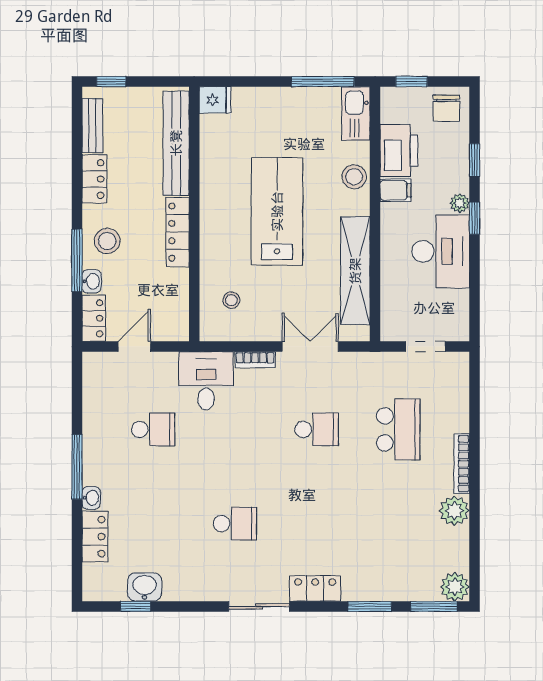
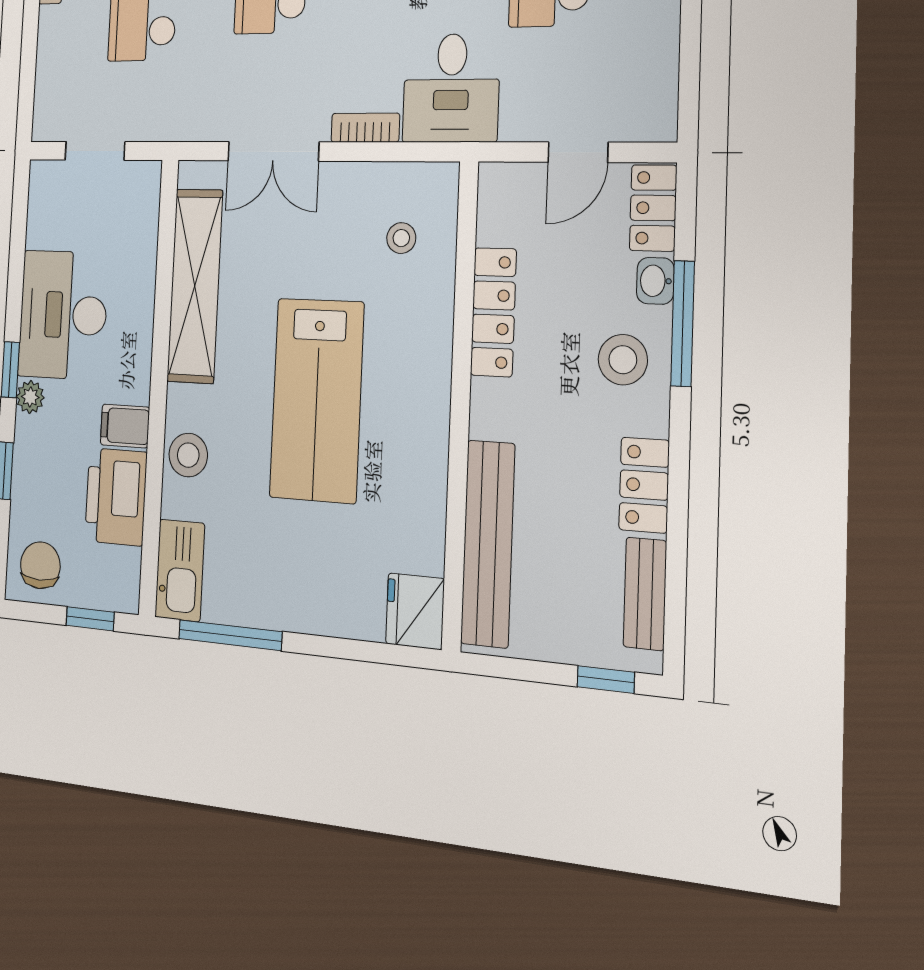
fridge: (215, 100) -> (415, 611), width x1.38
locker: (178, 232) -> (493, 312), moved

